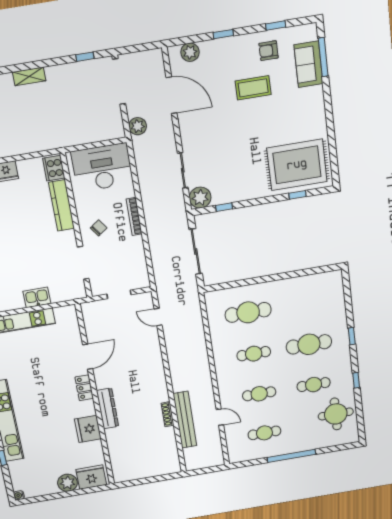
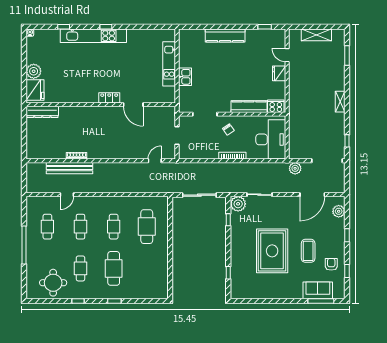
rug: (297, 165) -> (272, 251), moved
dresser: (107, 408) -> (42, 112), moved
fridge: (88, 429) -> (76, 94), removed

